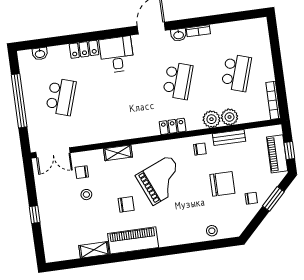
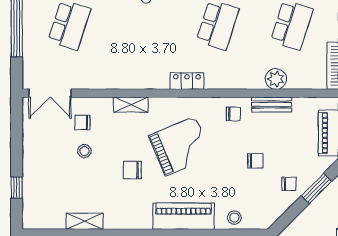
plant: (211, 119) -> (253, 79), removed
locker: (173, 126) -> (187, 81), moved
chair: (222, 184) -> (255, 161), width x0.54, depth x0.54
chair: (126, 204) -> (132, 170), turned 180
window: (35, 214) -> (17, 187), moved
piano: (133, 240) -> (184, 216), moved

